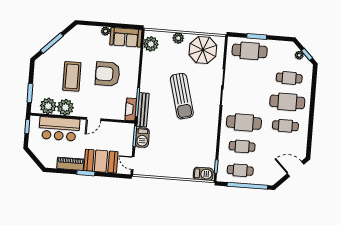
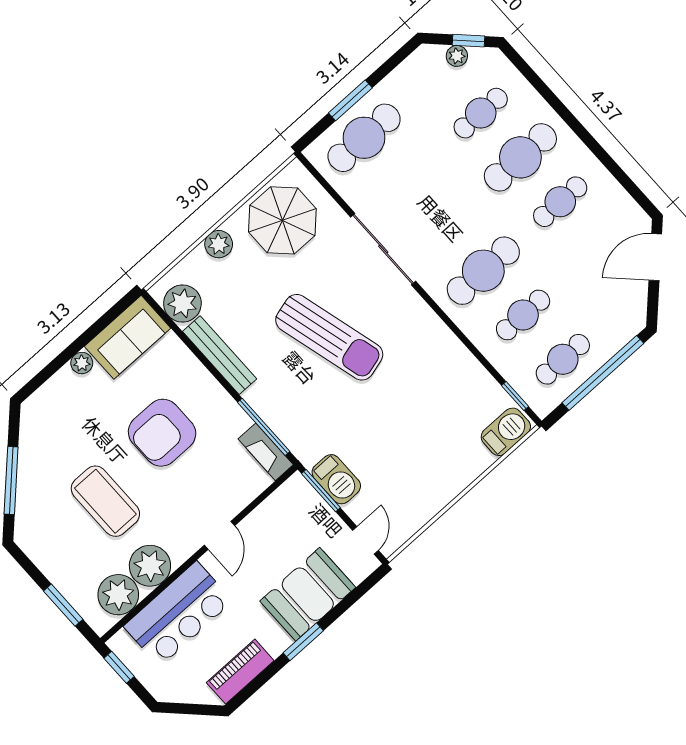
bench: (143, 110) -> (220, 355), moved
door: (133, 163) -> (366, 540), swing flipped
piano: (70, 164) -> (240, 672), moved

